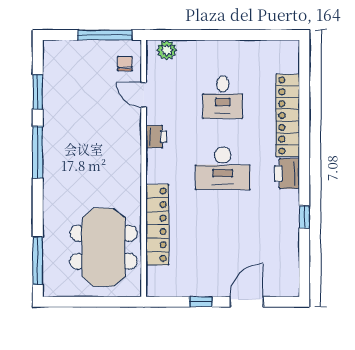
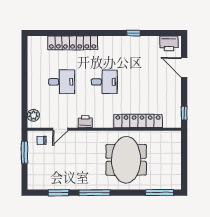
window: (105, 35) -> (24, 152), width x0.69
desk: (223, 168) -> (104, 82), width x0.73
printer: (287, 174) -> (169, 43), moved
meeting table: (104, 247) -> (126, 160), moved, turned 90
window: (201, 302) -> (184, 113), moved

